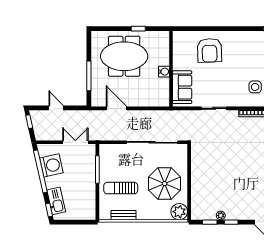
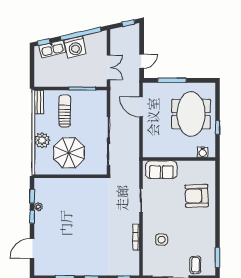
water cooler: (164, 72) -> (203, 152), moved
door: (56, 108) -> (142, 61), moved
door: (117, 108) -> (141, 107), swing flipped
washing machine: (51, 165) -> (75, 47), moved
plant: (179, 212) -> (42, 140), moved
bench: (124, 215) -> (39, 102), moved

